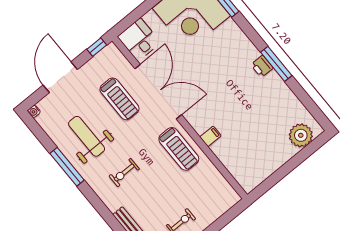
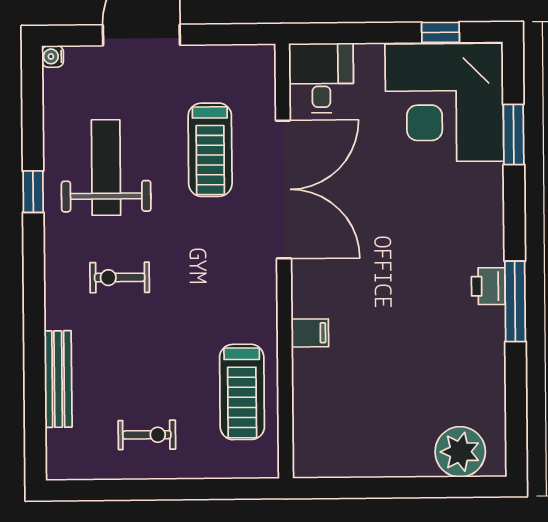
window: (97, 47) -> (242, 34), removed
treadmill: (179, 149) -> (242, 392), moved
window: (67, 167) -> (33, 192), width x0.46

